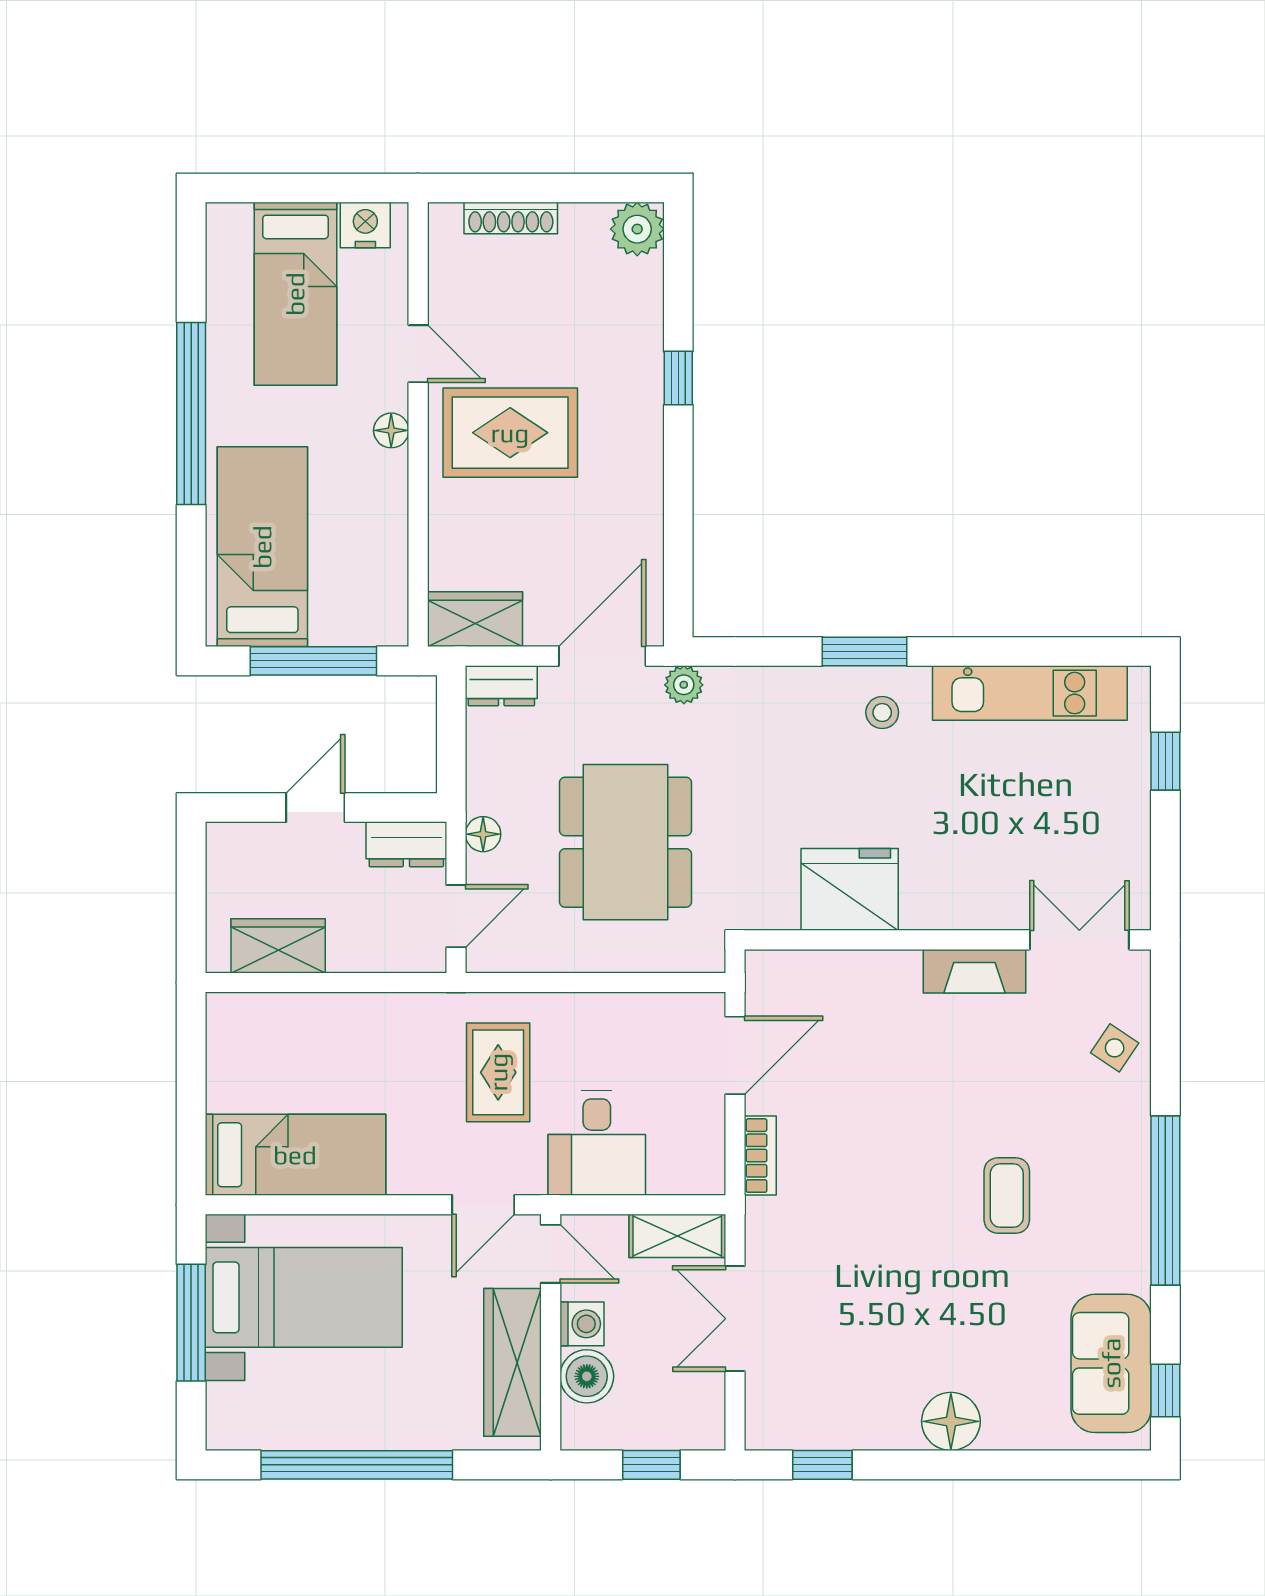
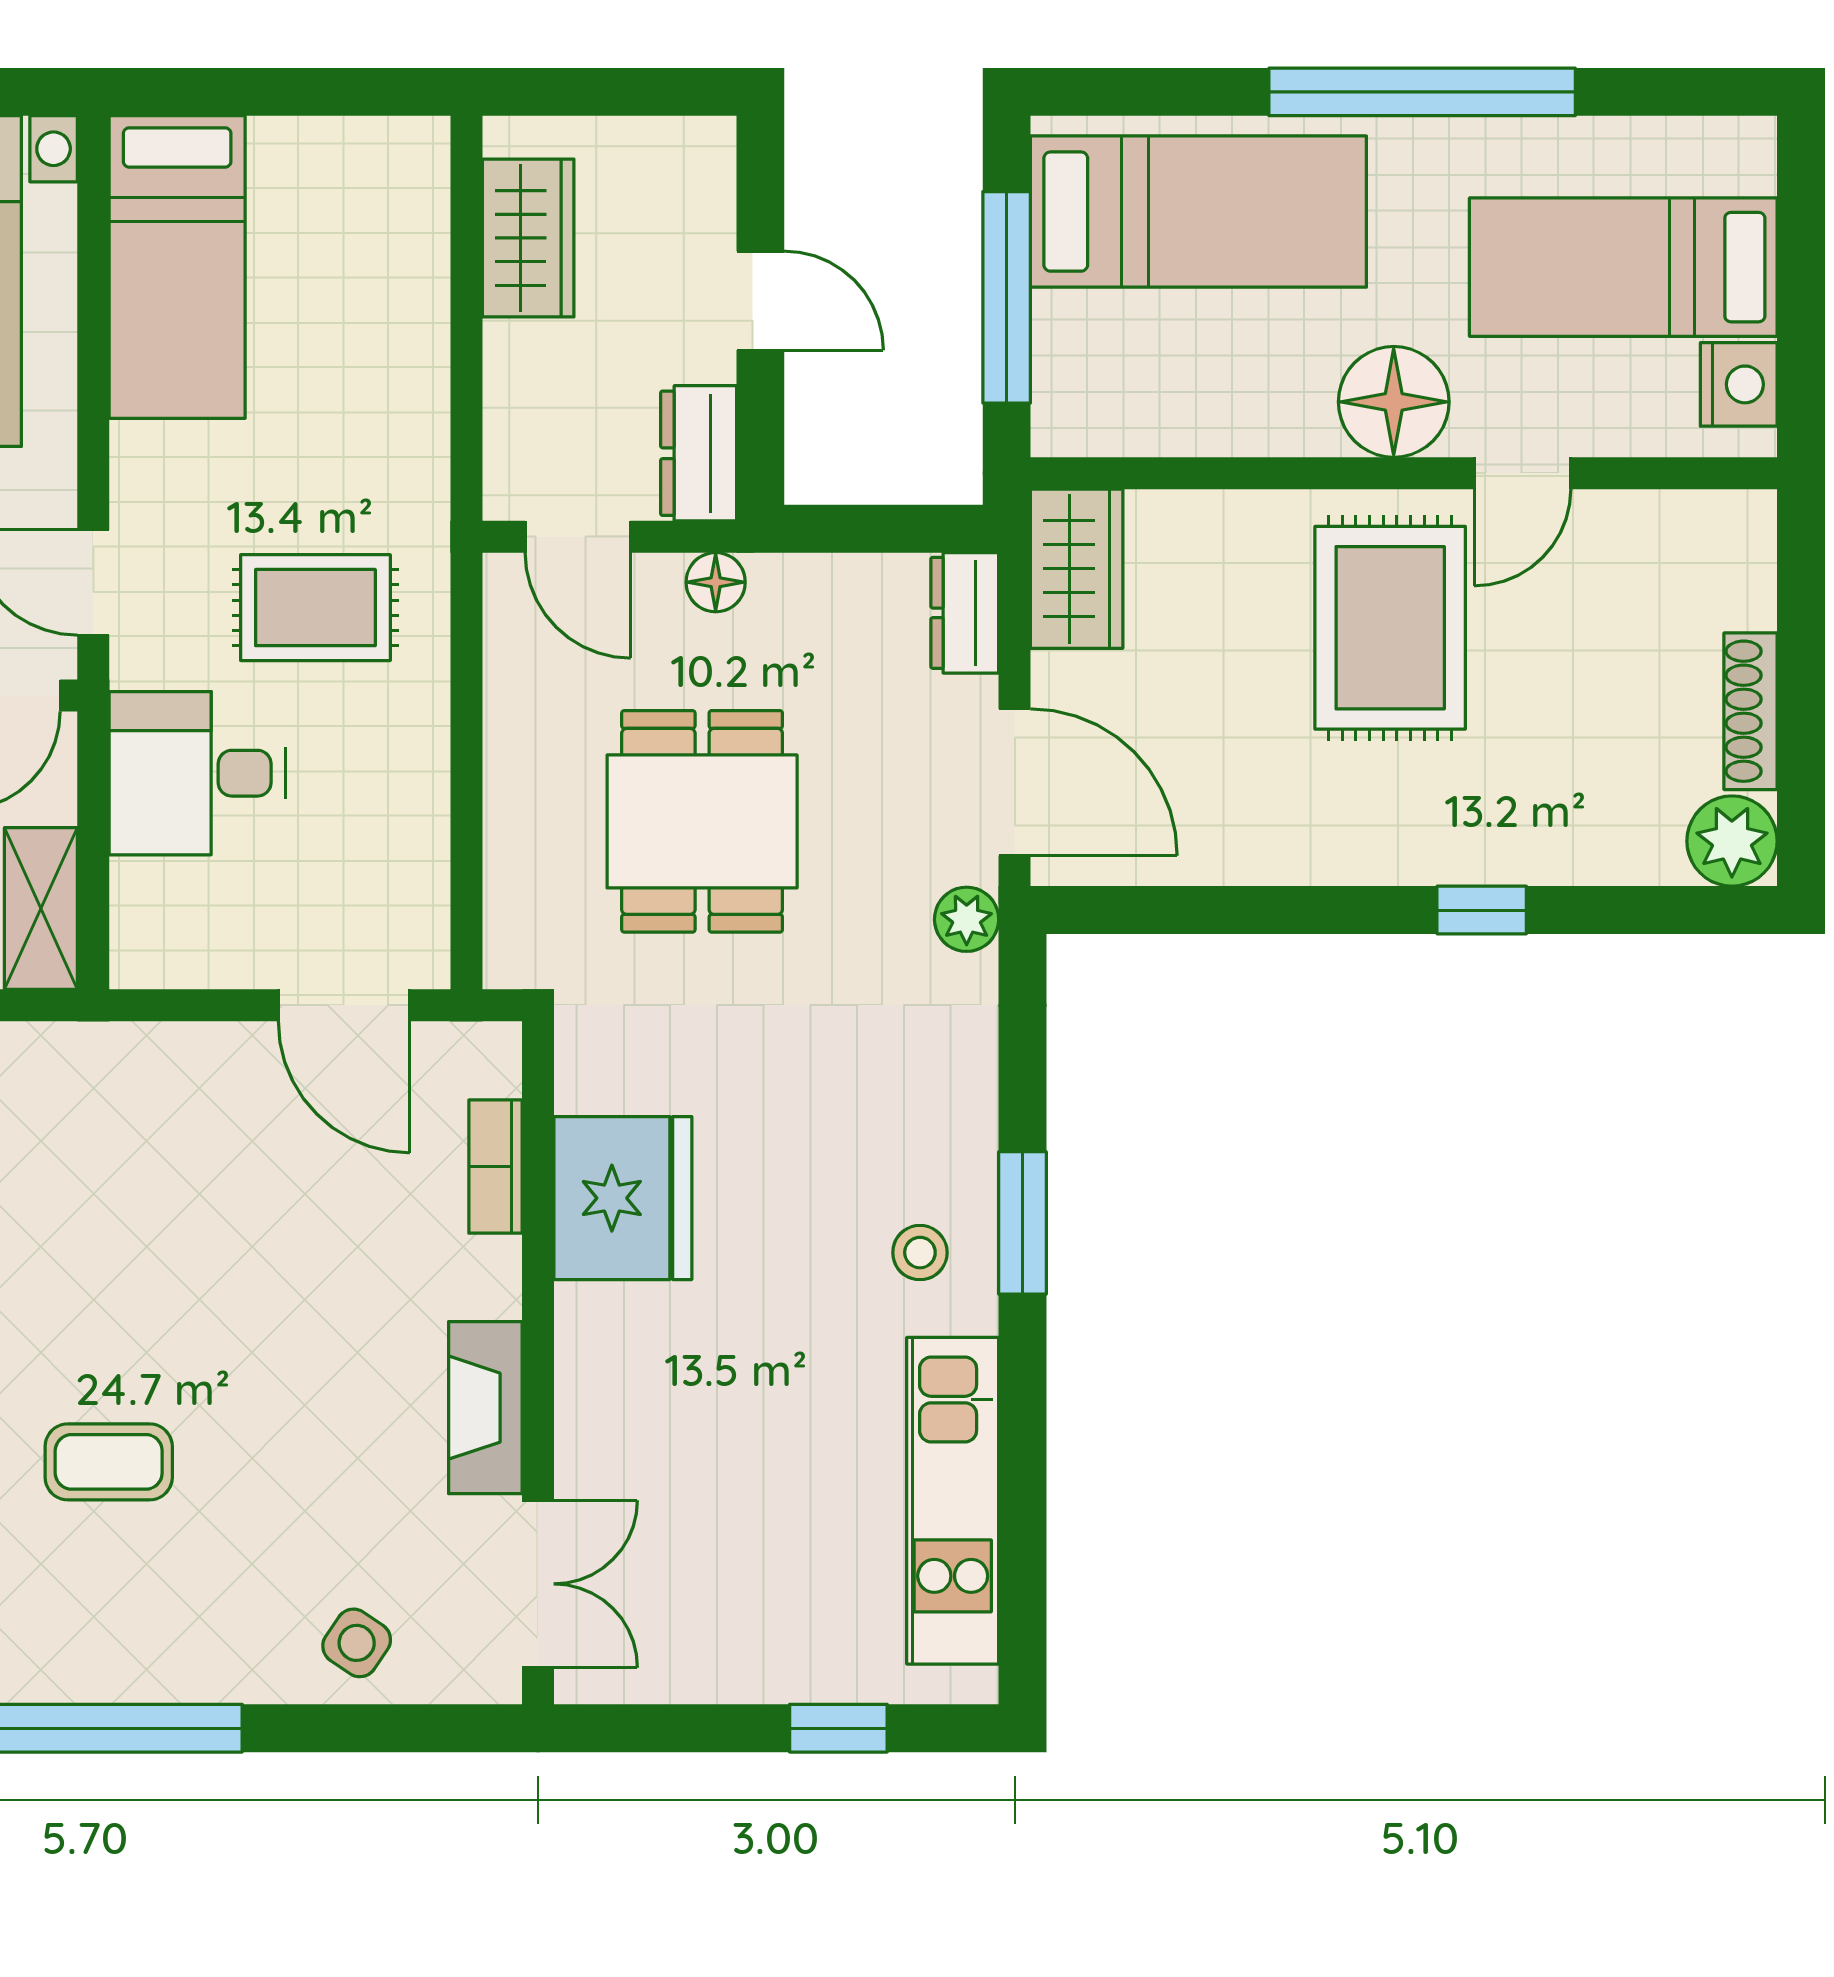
shoe rack: (511, 218) -> (1751, 711), moved
floor lamp: (391, 430) -> (1394, 402), width x1.89, depth x1.89
dining table: (625, 842) -> (702, 821), width x0.73
bookcase: (760, 1156) -> (495, 1167), moved, turned 90

